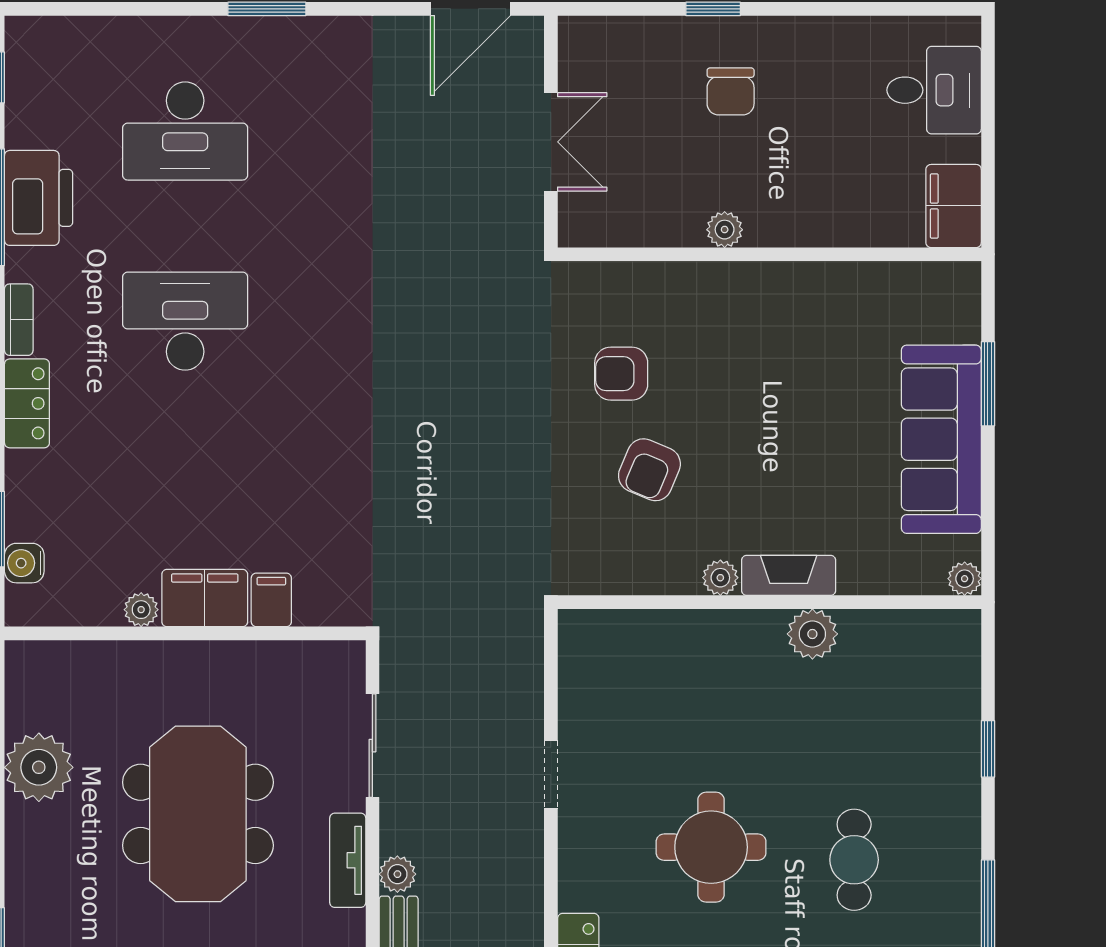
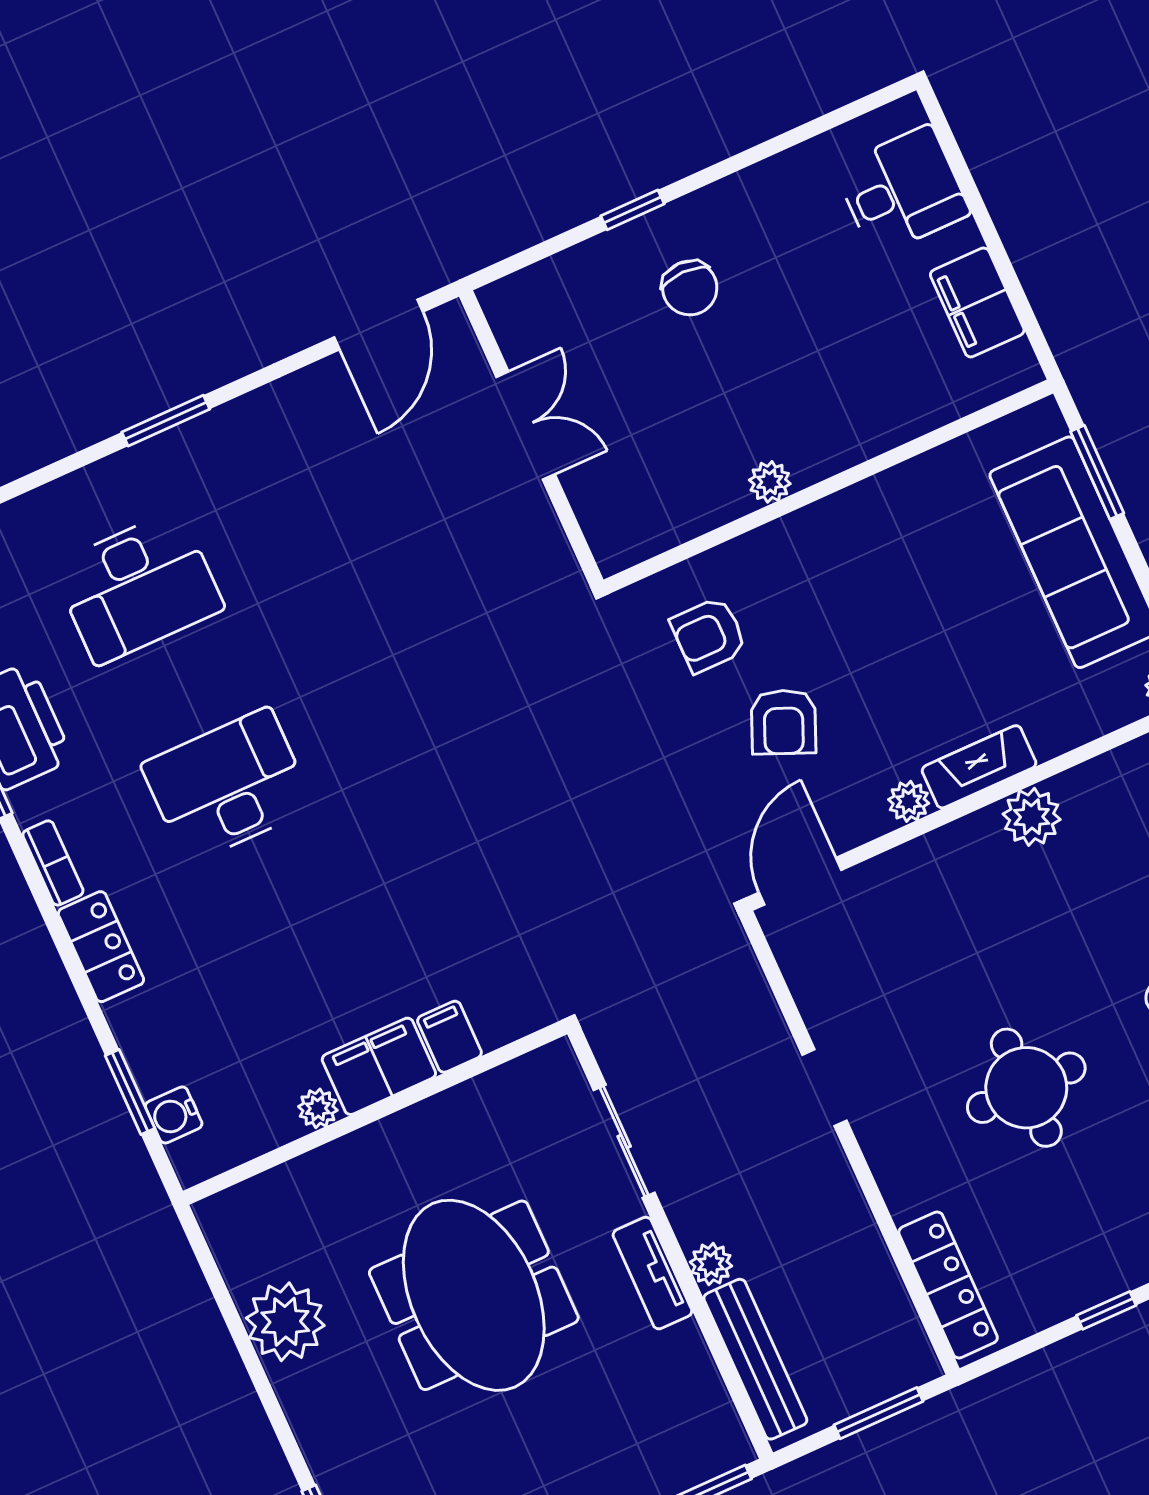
plant: (725, 230) -> (770, 482), moved
wall: (769, 254) -> (828, 487), moved
door: (605, 602) -> (800, 881), added

